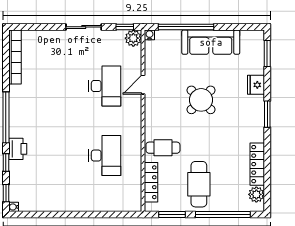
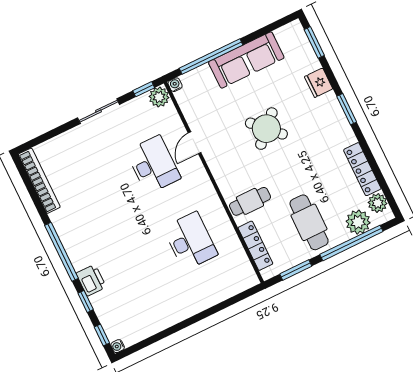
plant: (235, 202) -> (358, 222), added

